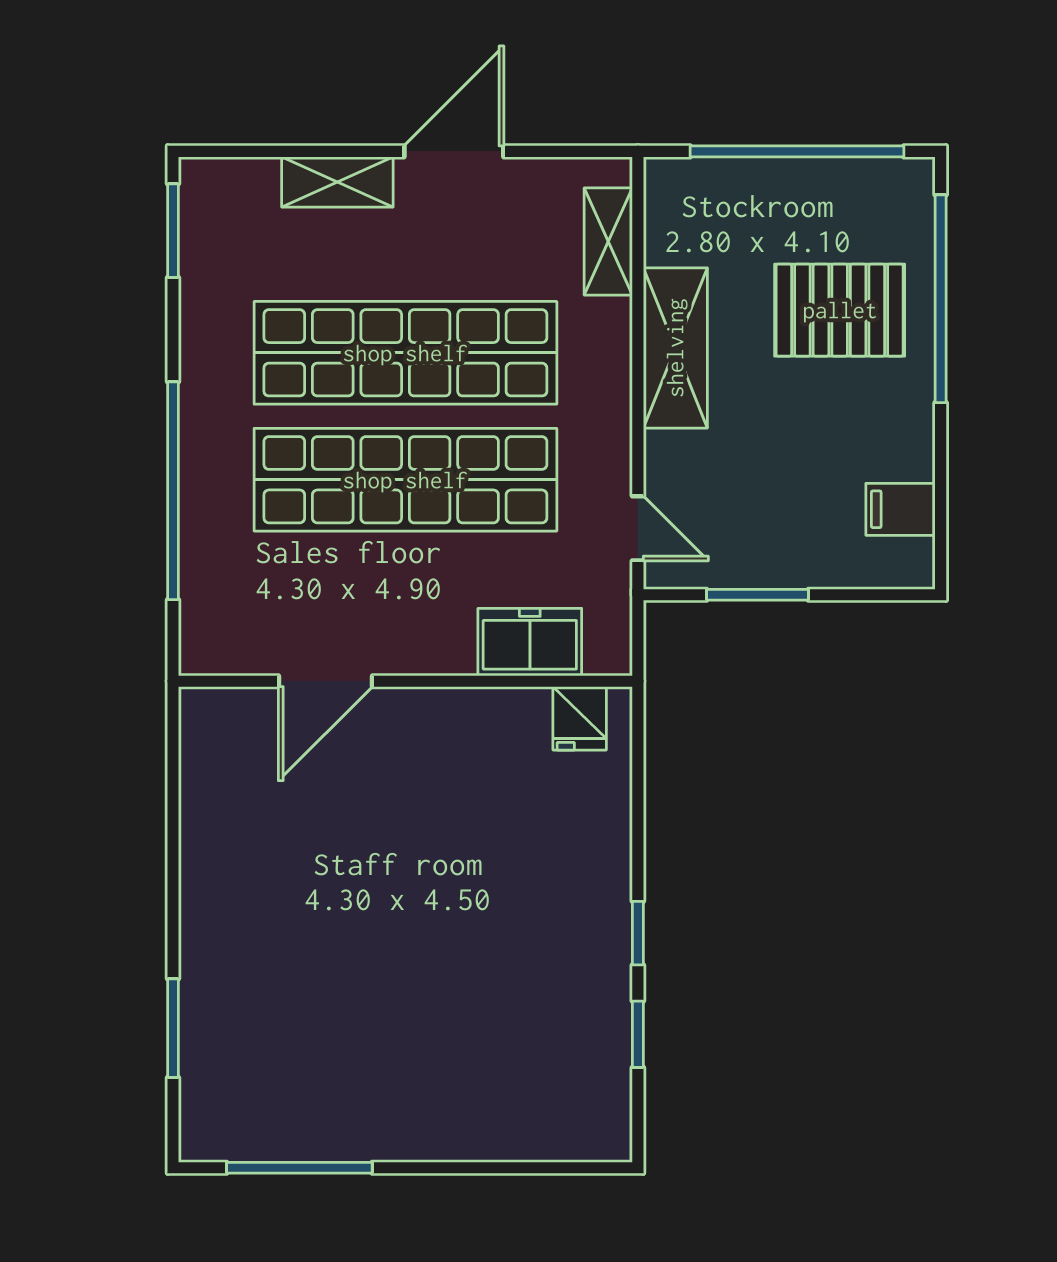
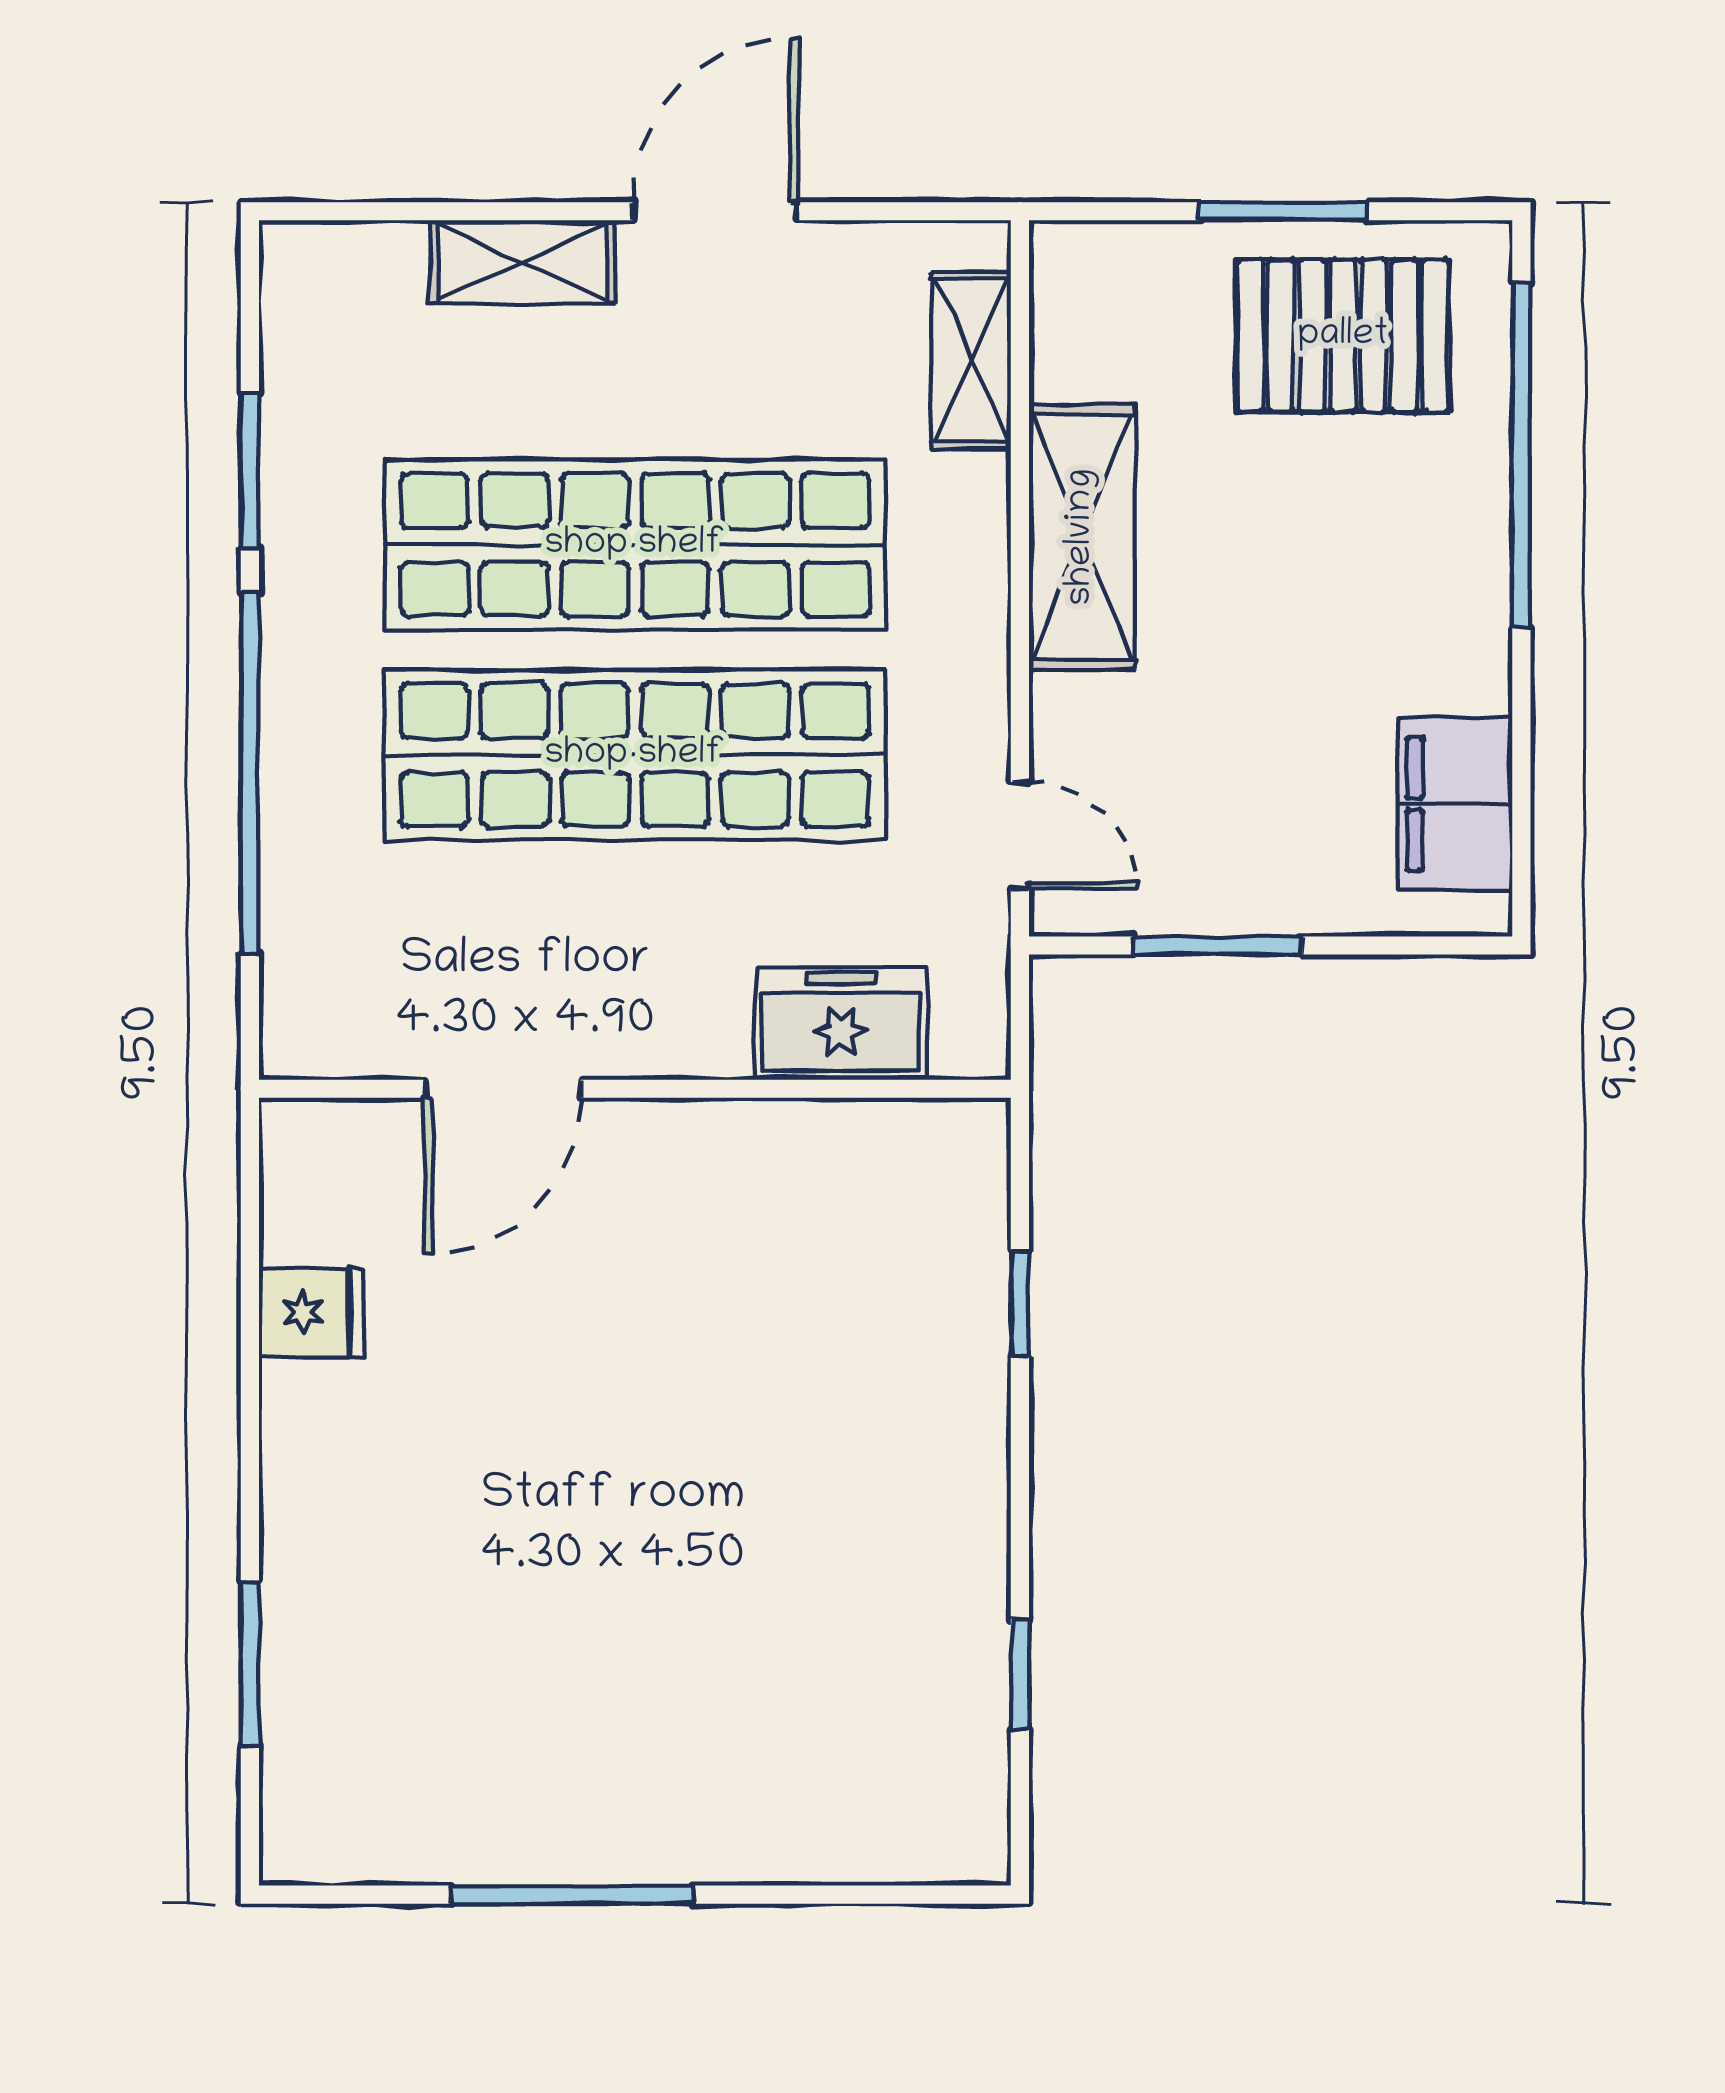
window: (797, 151) -> (1284, 211), width x0.47
window: (173, 231) -> (250, 471), moved
pallet: (840, 310) -> (1343, 336), moved
filing cabinet: (900, 509) -> (1455, 804), width x2.00
fridge: (580, 718) -> (311, 1312), moved, turned -90
window: (638, 933) -> (1020, 1303), moved
window: (299, 1168) -> (572, 1895), moved

